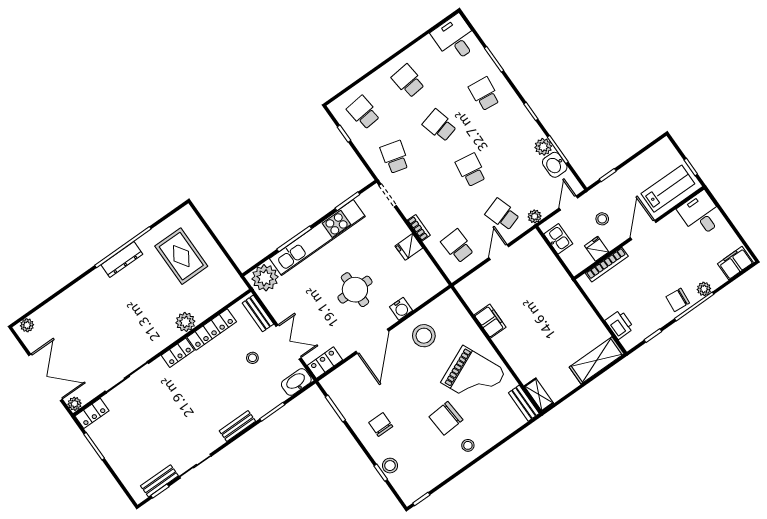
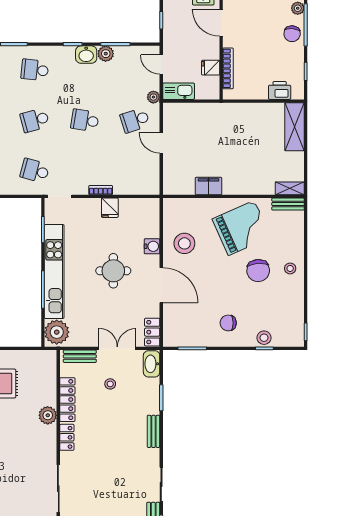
washbasin: (555, 165) -> (86, 55), moved
stool: (602, 219) -> (191, 48), removed
kitchen sink: (558, 239) -> (179, 91), width x1.38
school desk: (458, 246) -> (135, 171), removed

